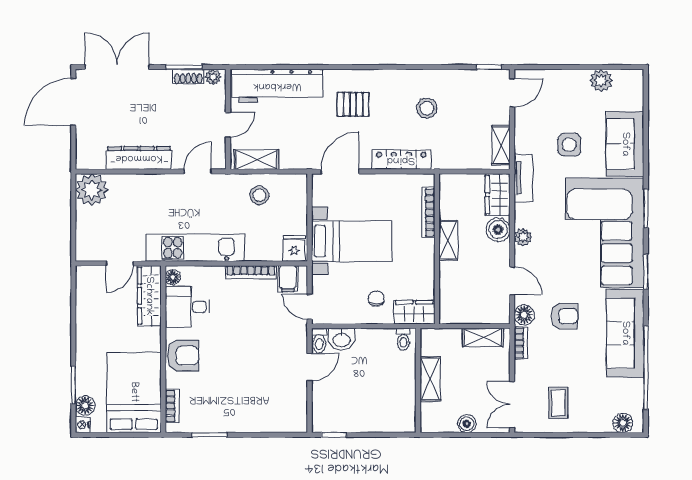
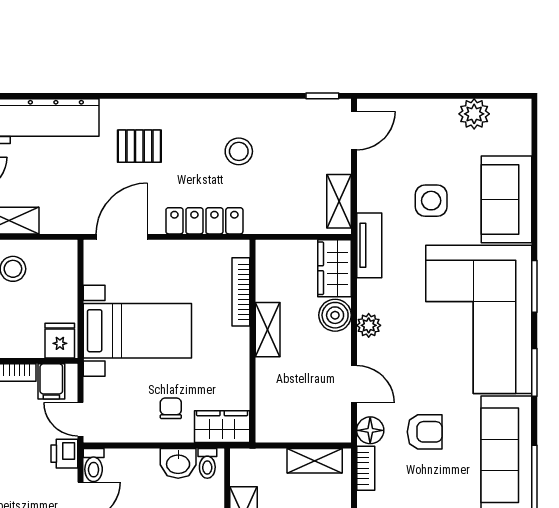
printer: (297, 332) -> (64, 454), added
washbasin: (342, 339) -> (178, 463), moved

